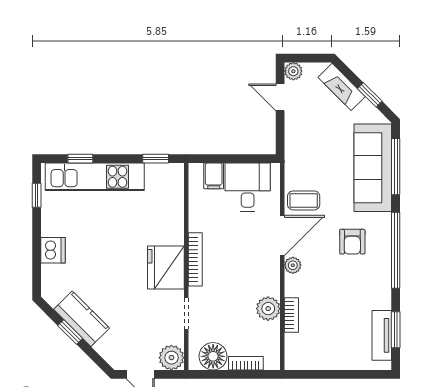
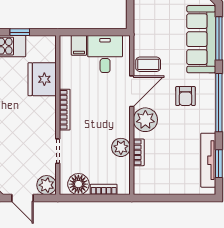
window: (156, 159) -> (20, 32), moved
plant: (293, 265) -> (145, 120), width x1.87, depth x1.87
fridge: (166, 267) -> (42, 79), moved
tv unit: (382, 335) -> (208, 160), width x1.41

